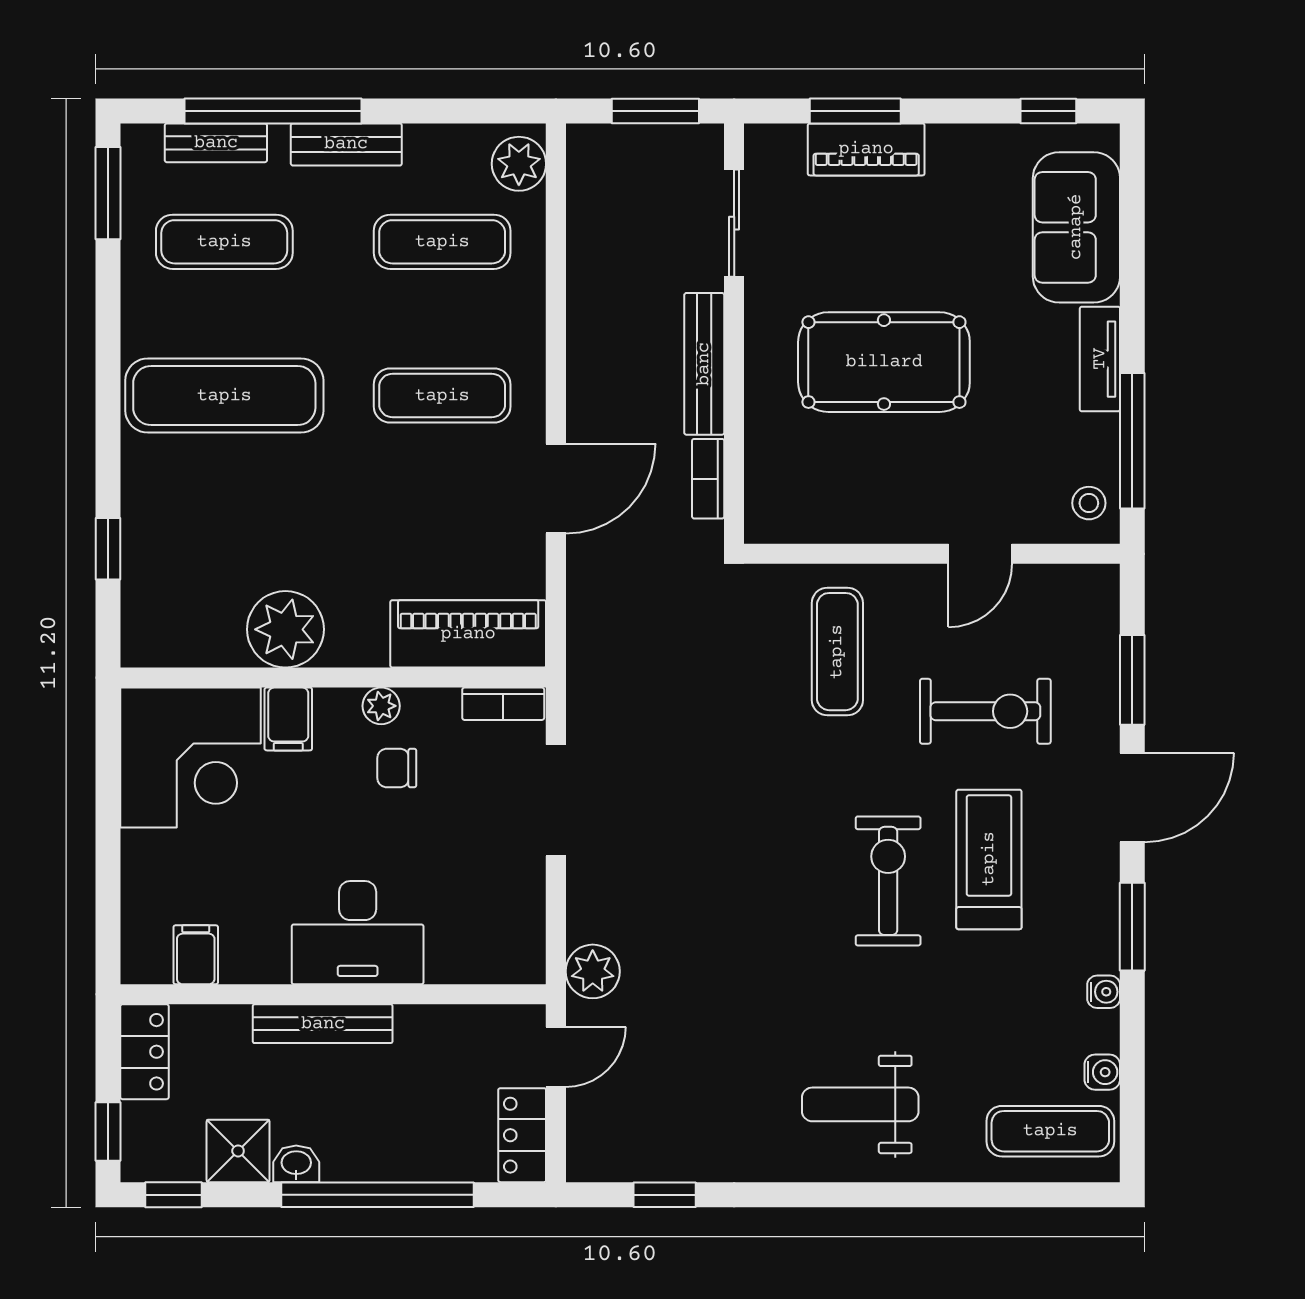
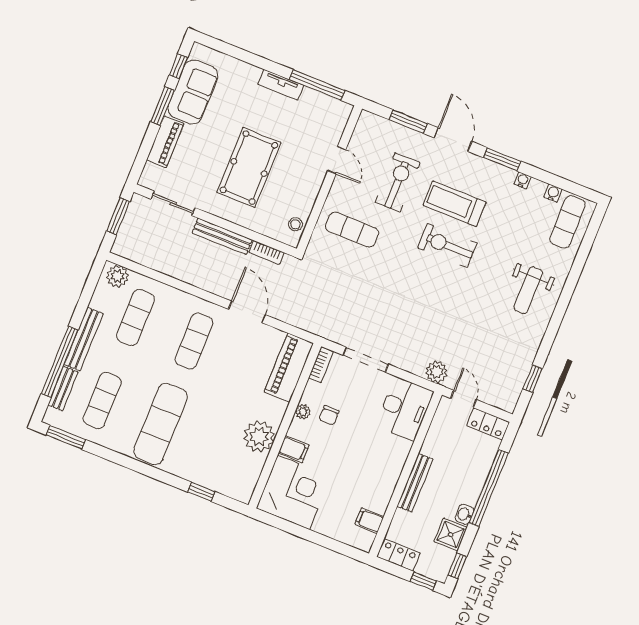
window: (855, 111) -> (163, 106), moved
bench: (346, 144) -> (84, 339), width x1.36
sofa: (1076, 227) -> (193, 92), moved, turned -90
stool: (1089, 503) -> (295, 224), moved
desk: (358, 933) -> (405, 409), moved

